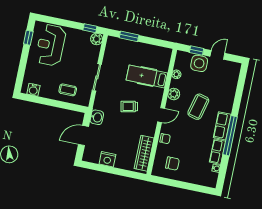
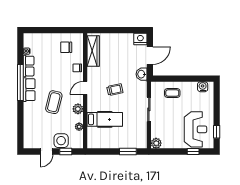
window: (90, 28) -> (193, 152), moved
nightstand: (107, 159) -> (140, 39), moved

